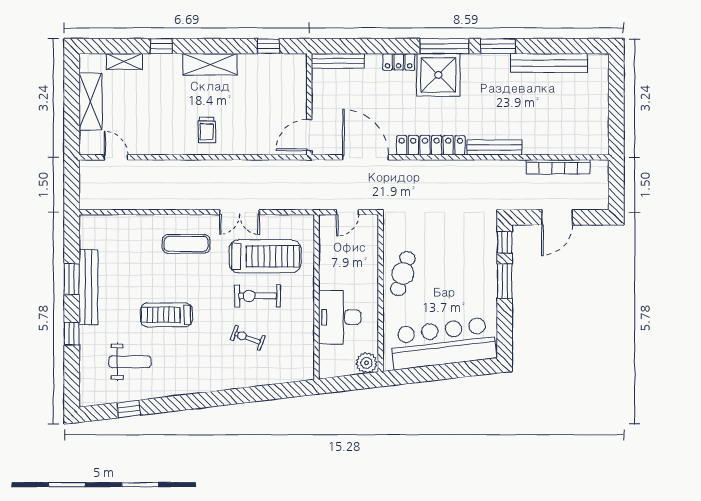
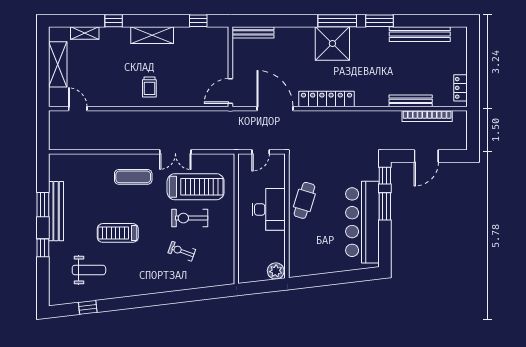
locker: (399, 62) -> (461, 88), moved, turned 90
bench: (494, 148) -> (411, 101), moved
desk: (340, 317) -> (269, 209), moved, turned 180
bar counter: (443, 343) -> (362, 222), moved, turned -83

